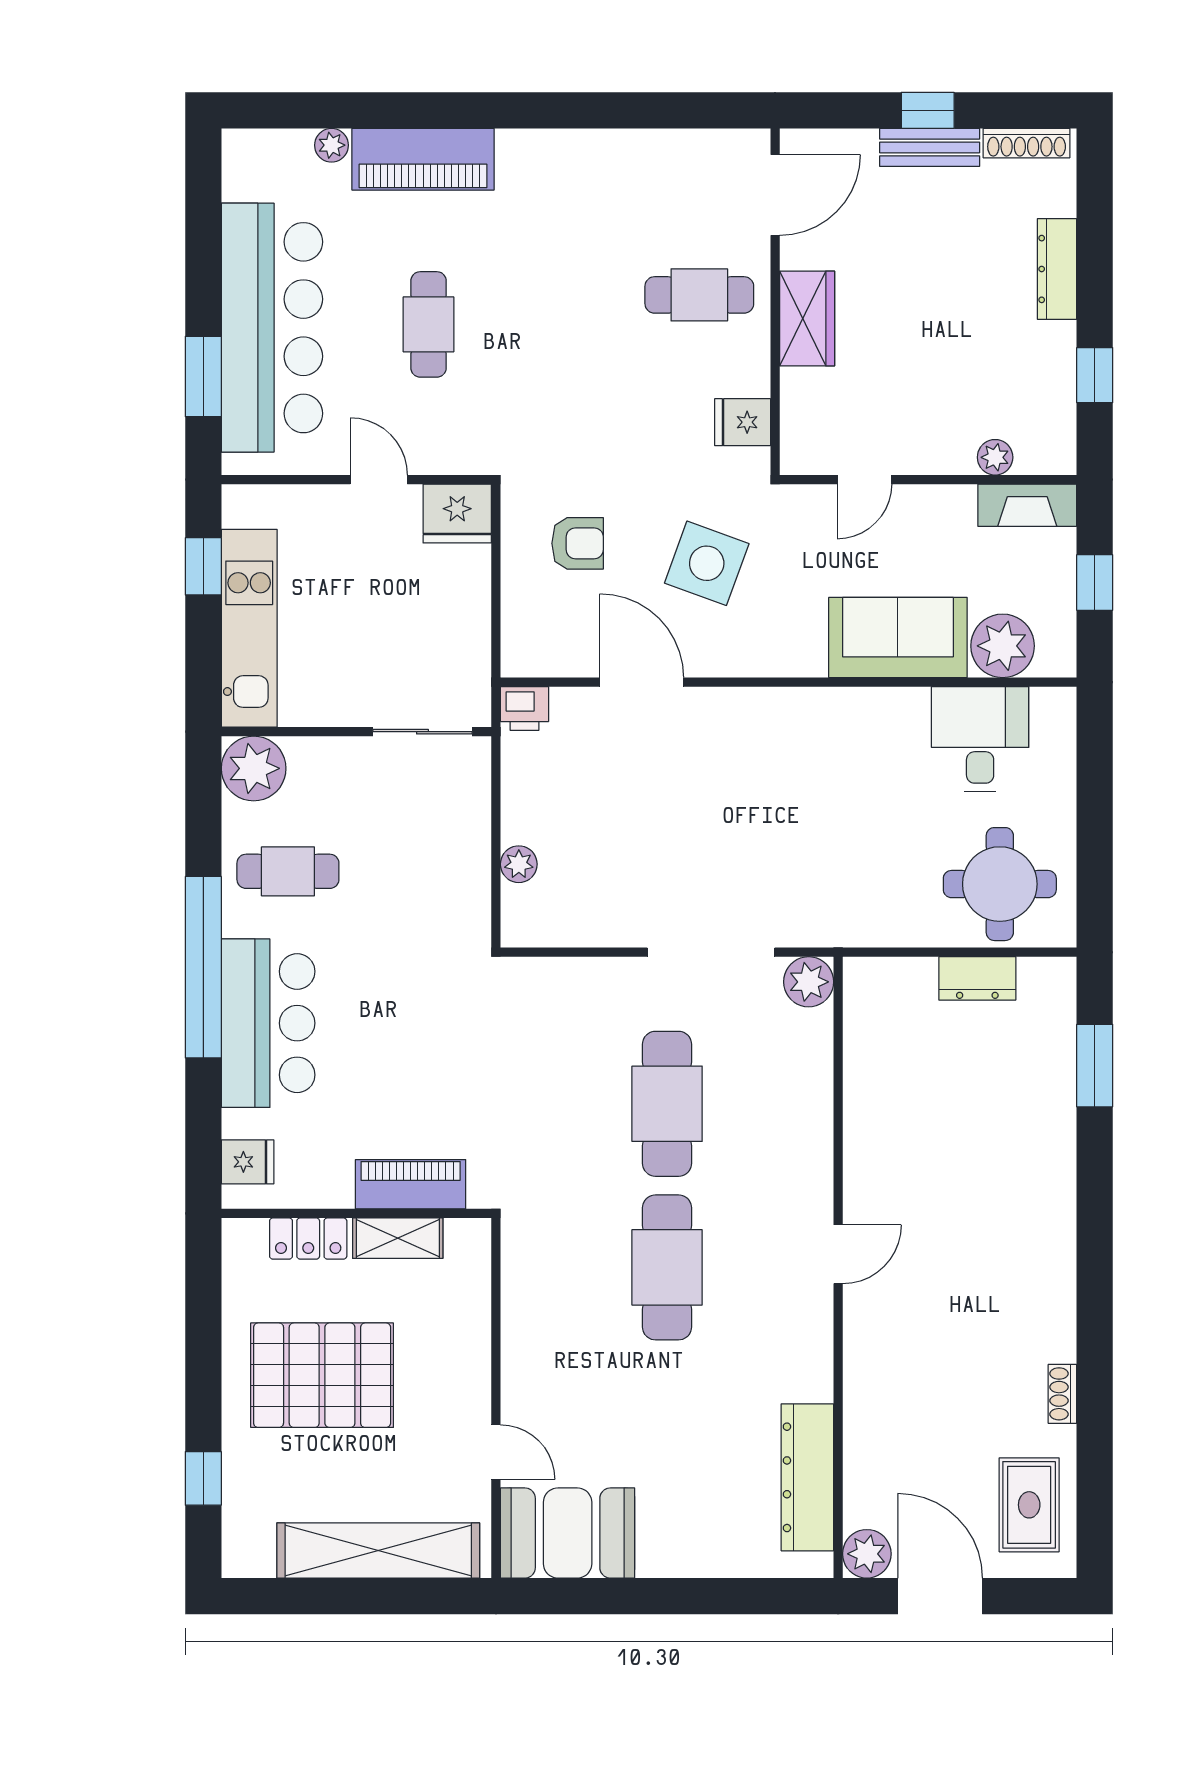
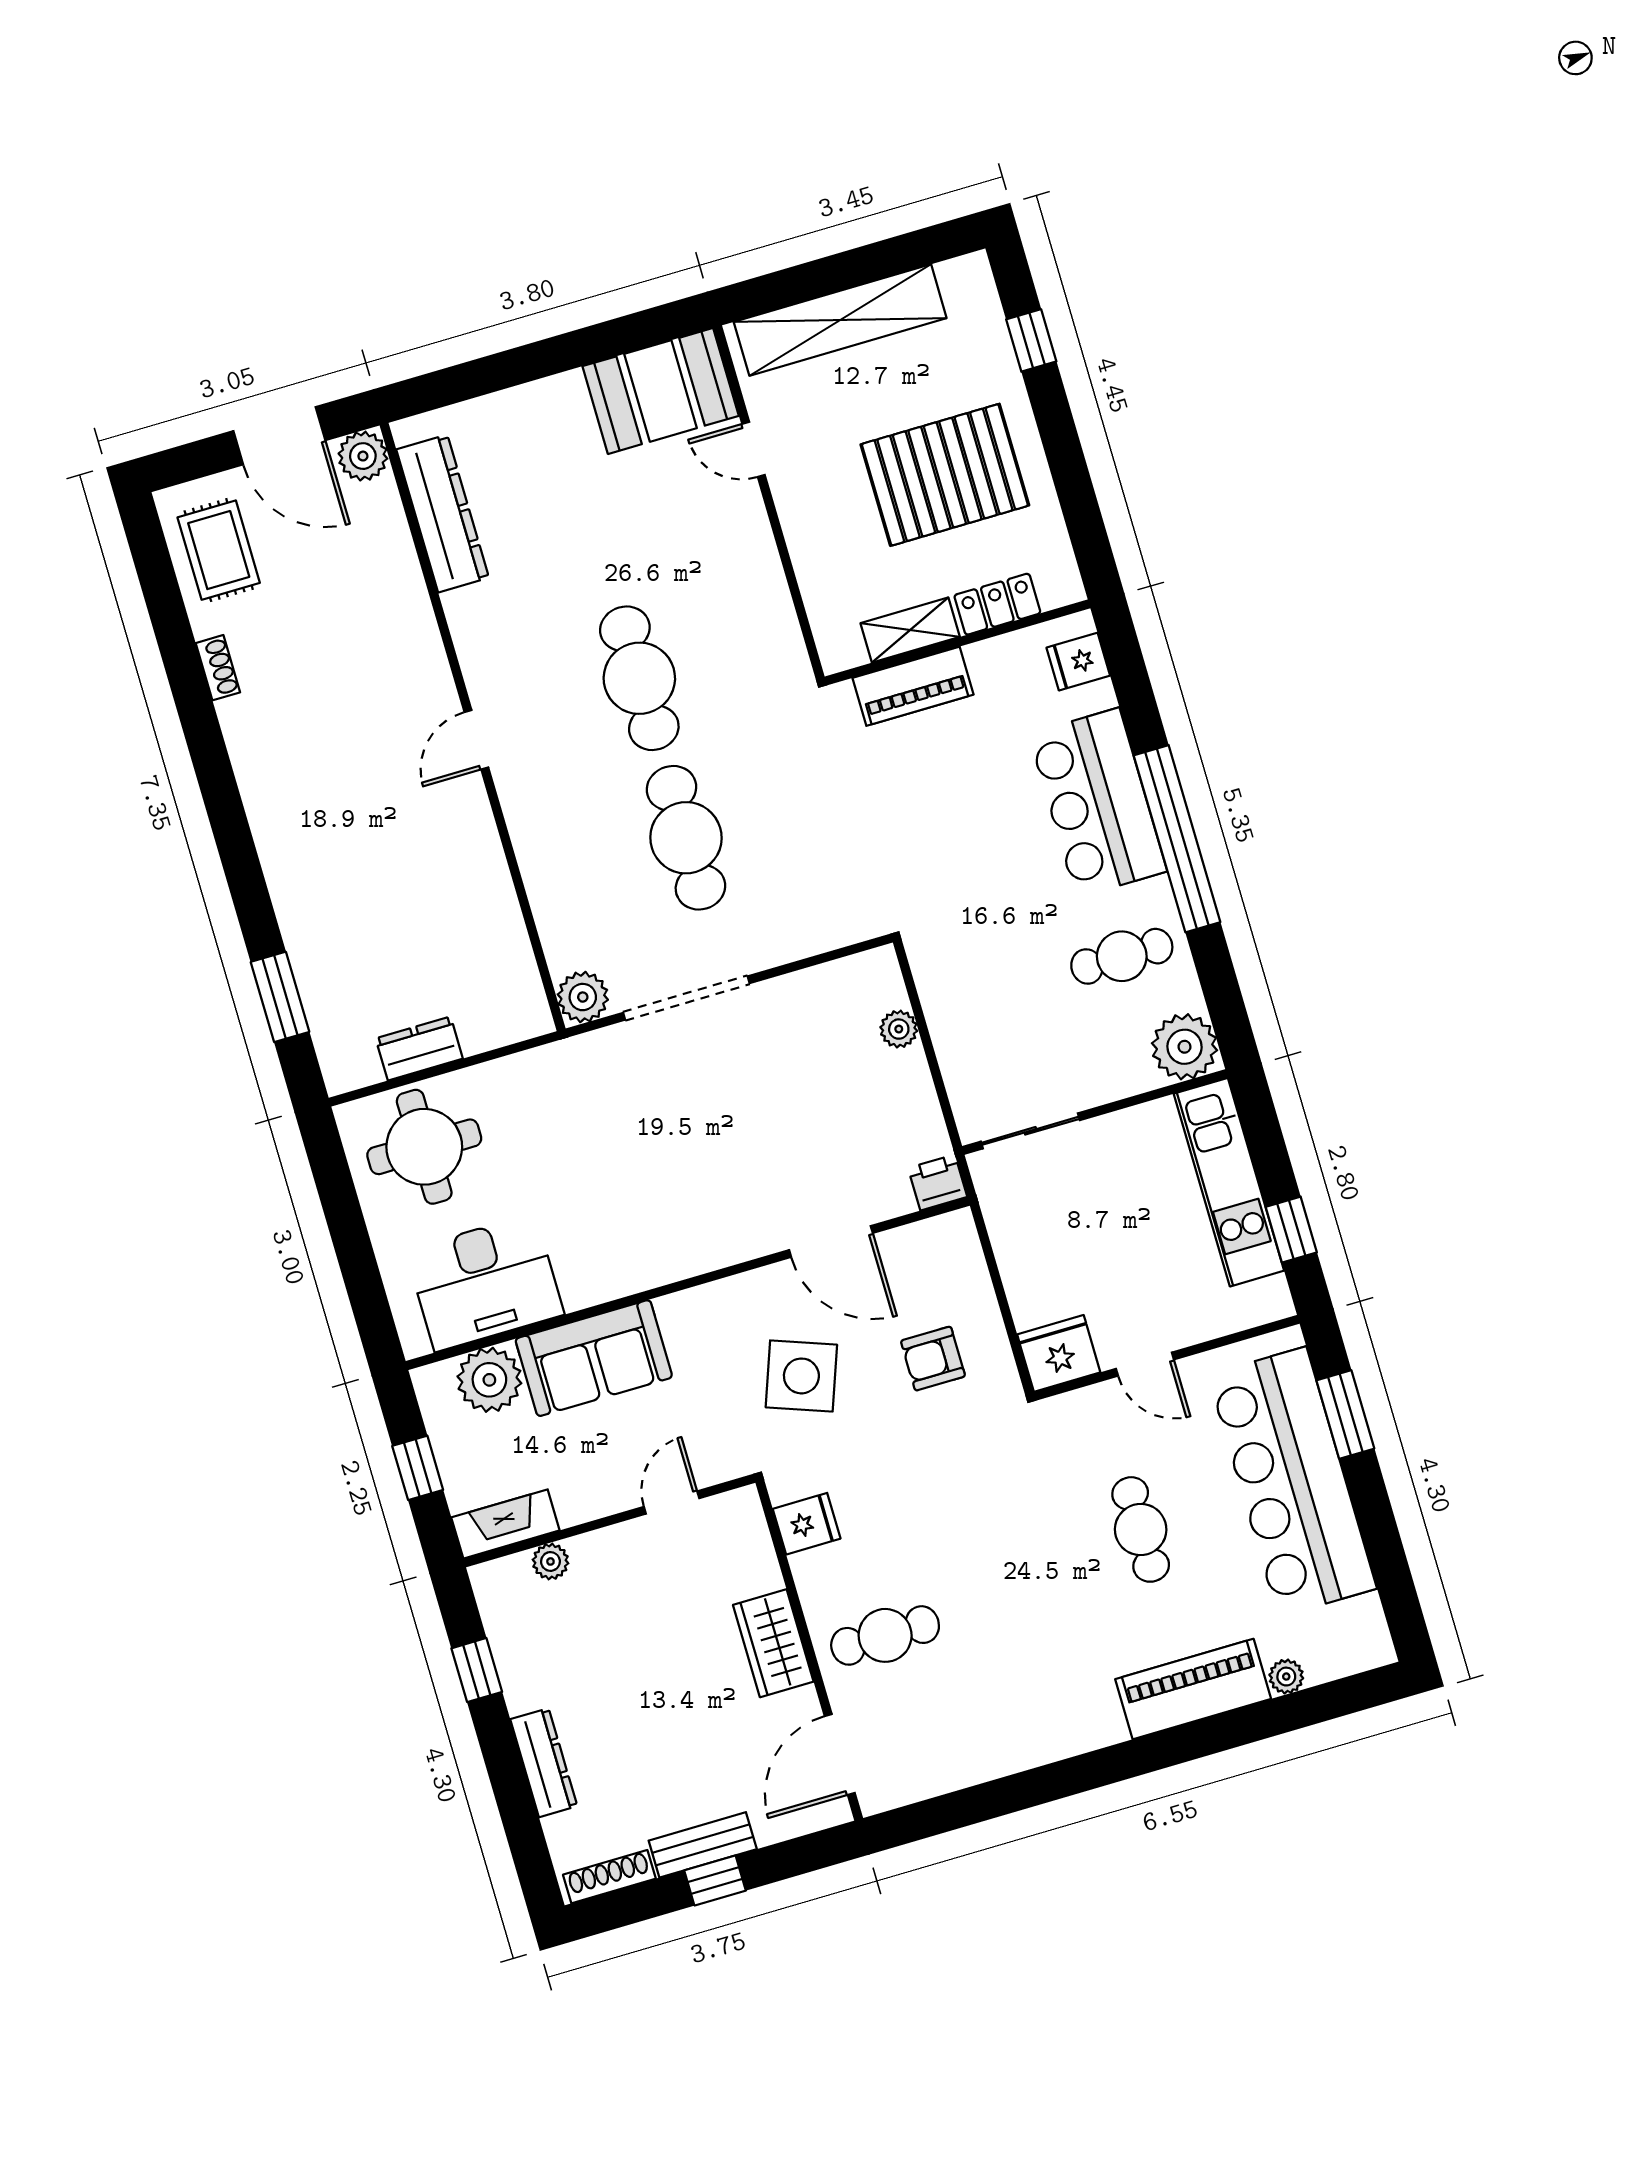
desk: (980, 739) -> (485, 1282), width x1.37

